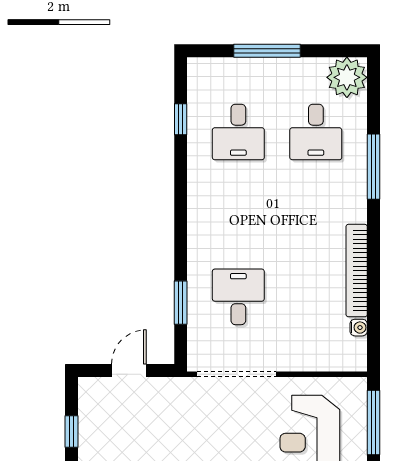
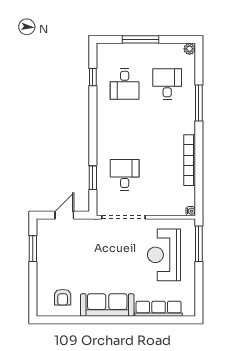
plant: (347, 77) -> (189, 49), width x0.53, depth x0.53
desk: (316, 132) -> (167, 84), turned 180
water cooler: (359, 328) -> (191, 211), moved
window: (72, 431) -> (33, 249), width x1.50

